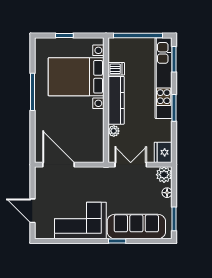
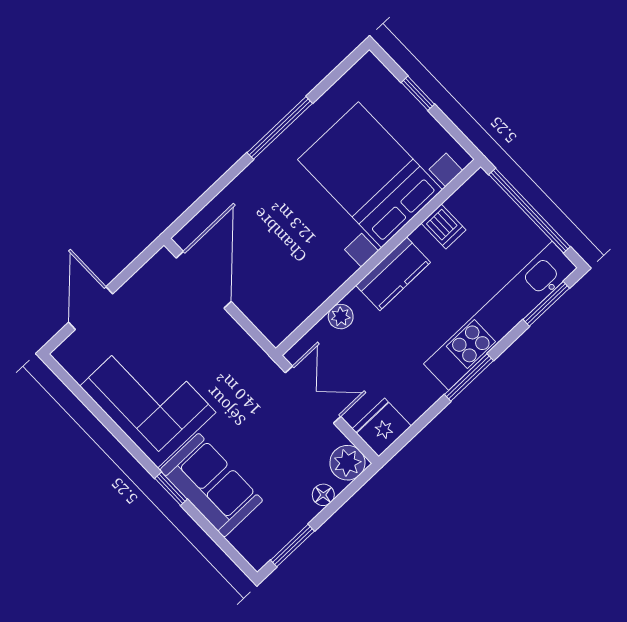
kitchen counter: (116, 100) -> (393, 274), width x0.67
sofa: (136, 227) -> (211, 485), width x0.73

